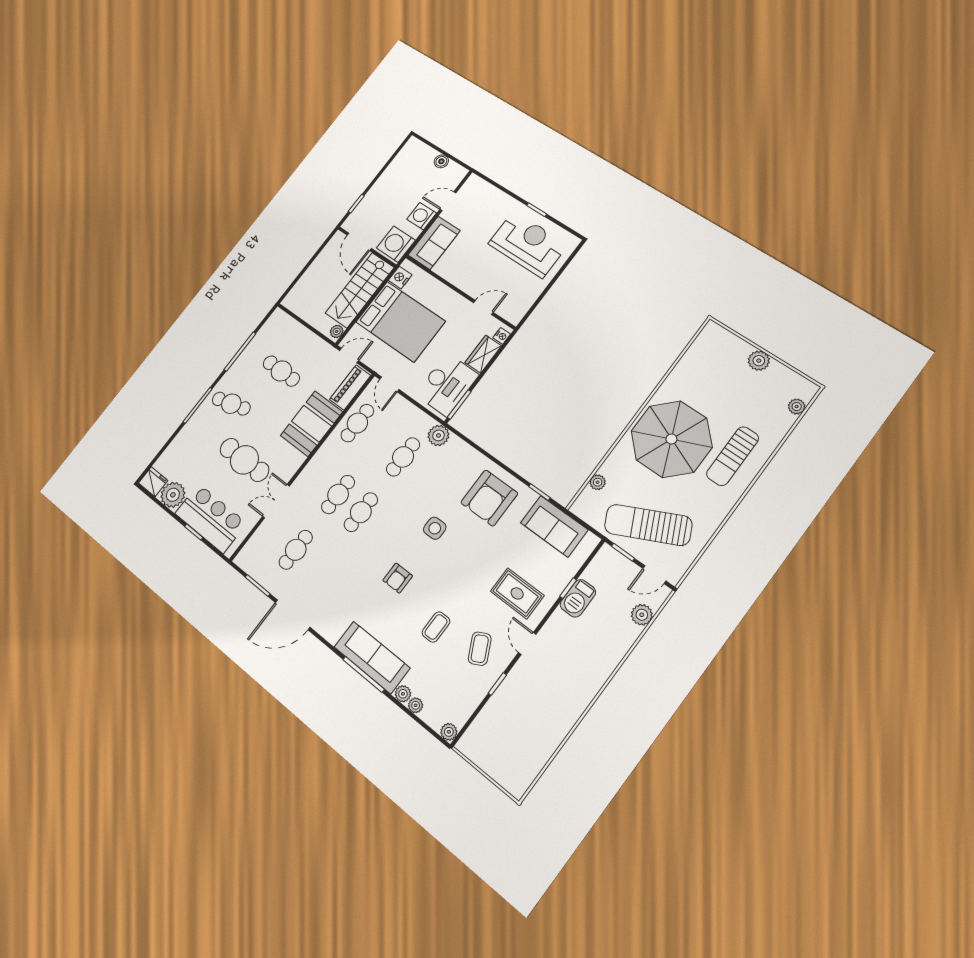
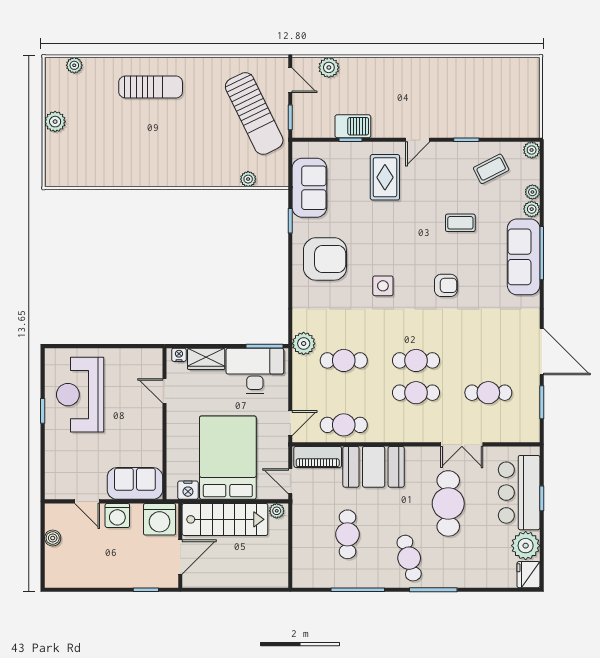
parasol: (671, 439) -> (170, 145), removed
coffee table: (480, 649) -> (491, 169), moved

